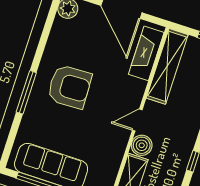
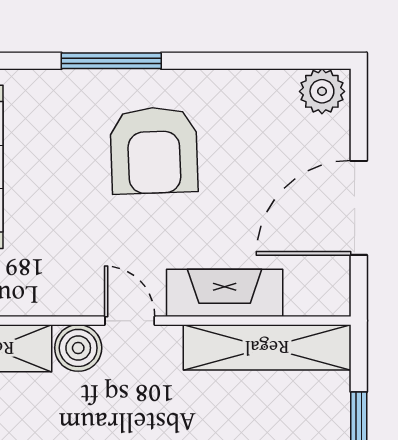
fireplace: (146, 53) -> (225, 293), moved

